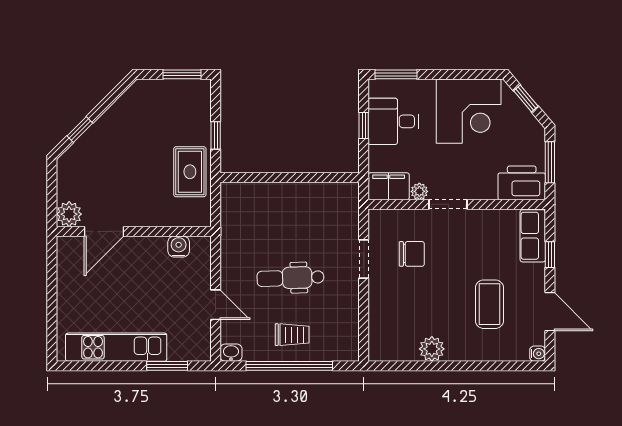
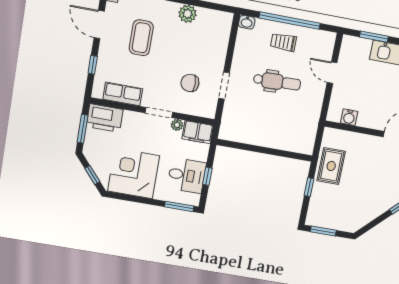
row of seats: (533, 236) -> (123, 94), moved, turned -90
washbasin: (231, 353) -> (247, 22), moved

